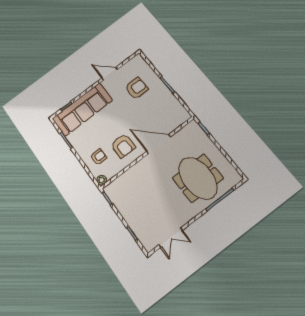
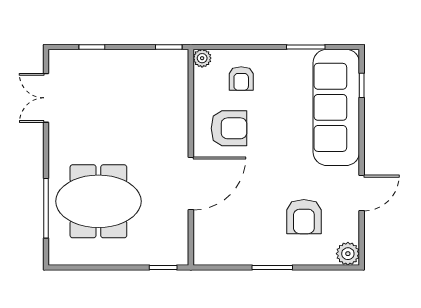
plant: (138, 60) -> (348, 254), added
armchair: (123, 146) -> (229, 128), turned 180

